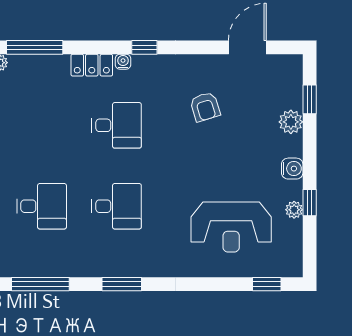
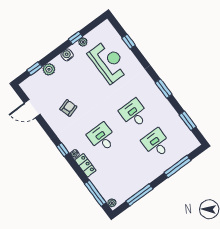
window: (40, 284) -> (188, 121), width x0.69
window: (267, 284) -> (129, 42), moved

